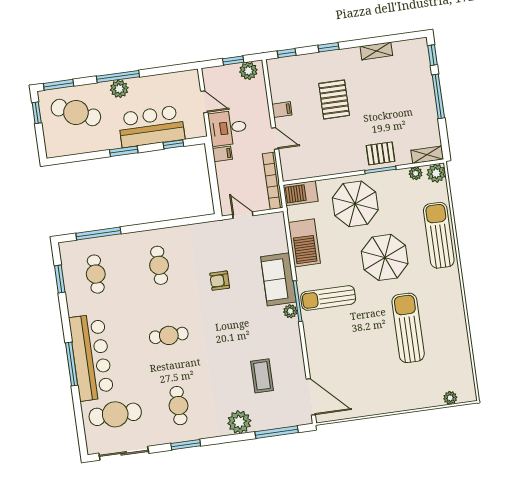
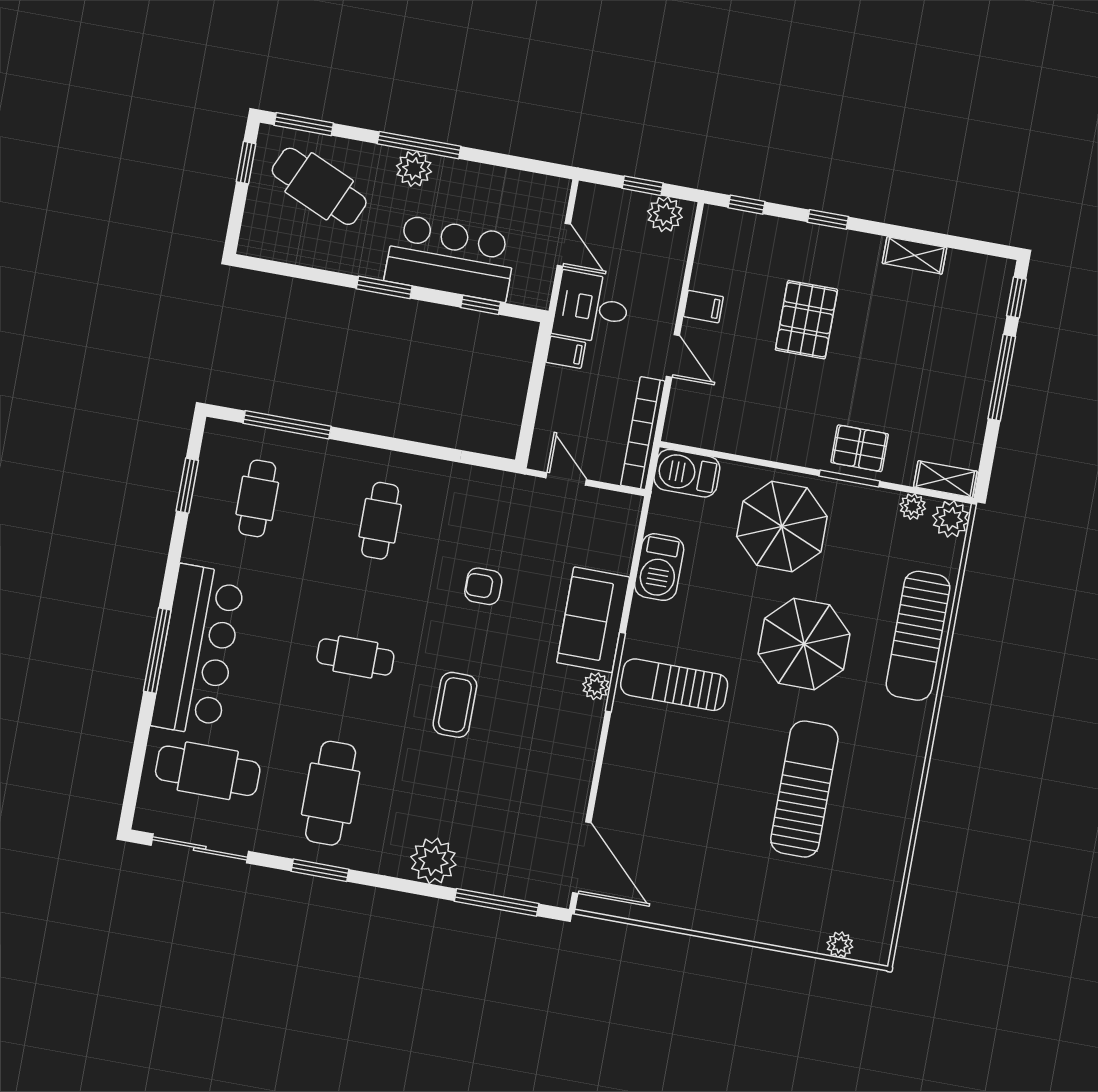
sun lounger: (439, 235) -> (918, 636), turned 180
barbecue: (304, 243) -> (659, 567), width x0.73, depth x0.83
coffee table: (262, 376) -> (455, 705), moved
cafe table: (179, 406) -> (331, 793), width x1.37, depth x1.35

